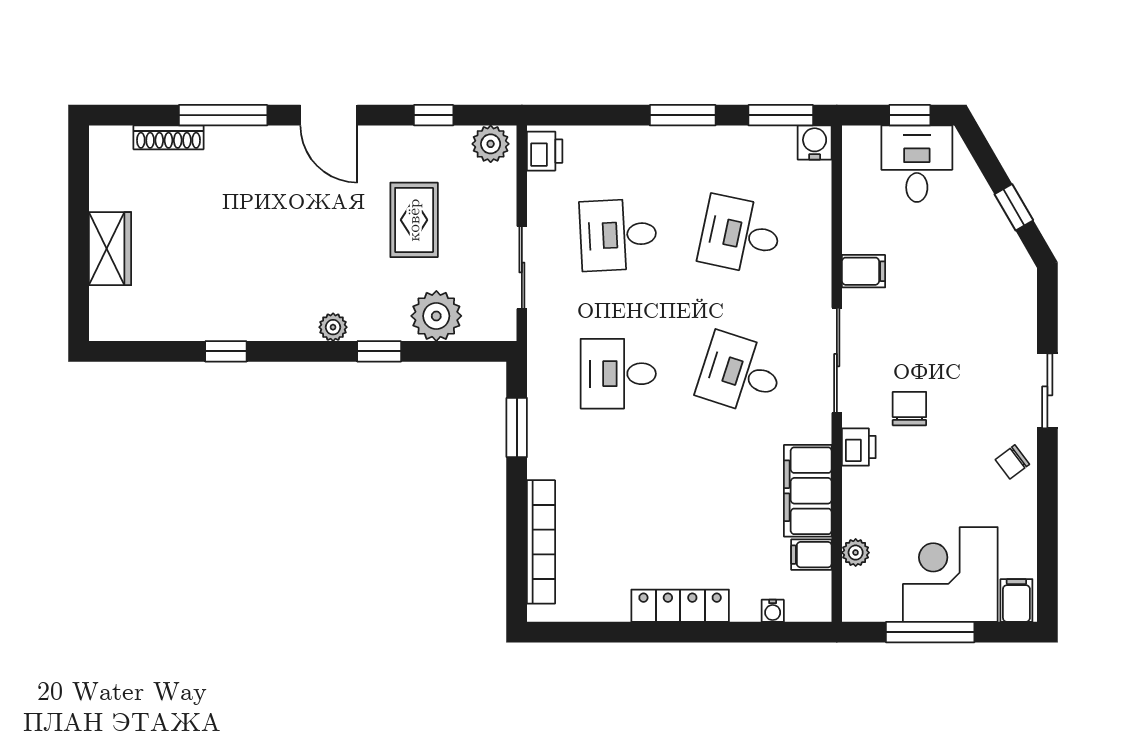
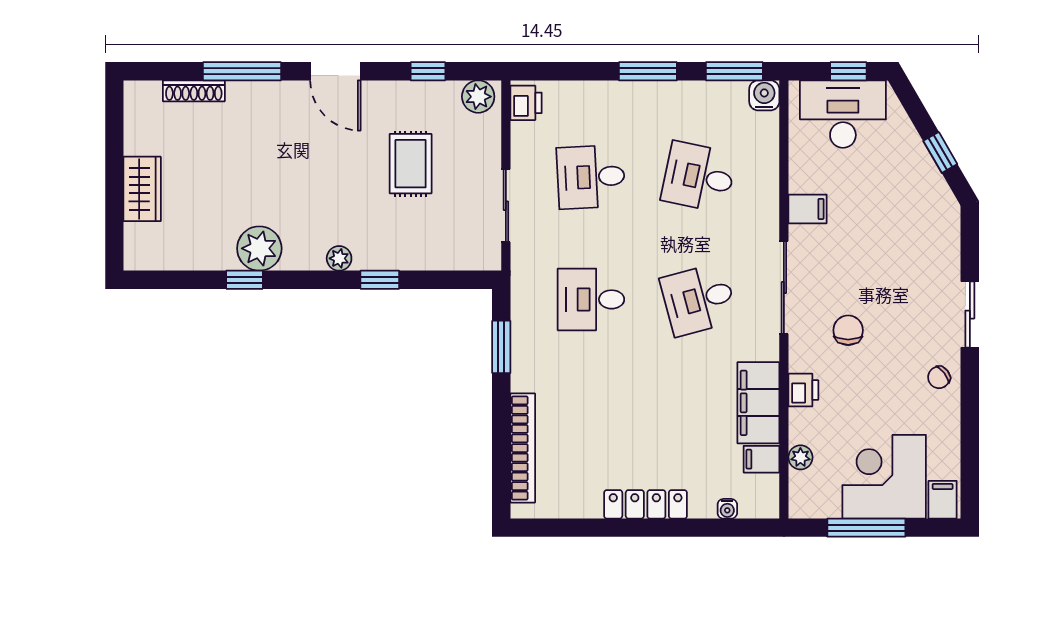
desk: (917, 164) -> (843, 114), width x1.37
plant: (436, 316) -> (259, 248), moved
desk: (740, 374) -> (699, 299), turned -33
printer: (859, 447) -> (803, 390), moved

